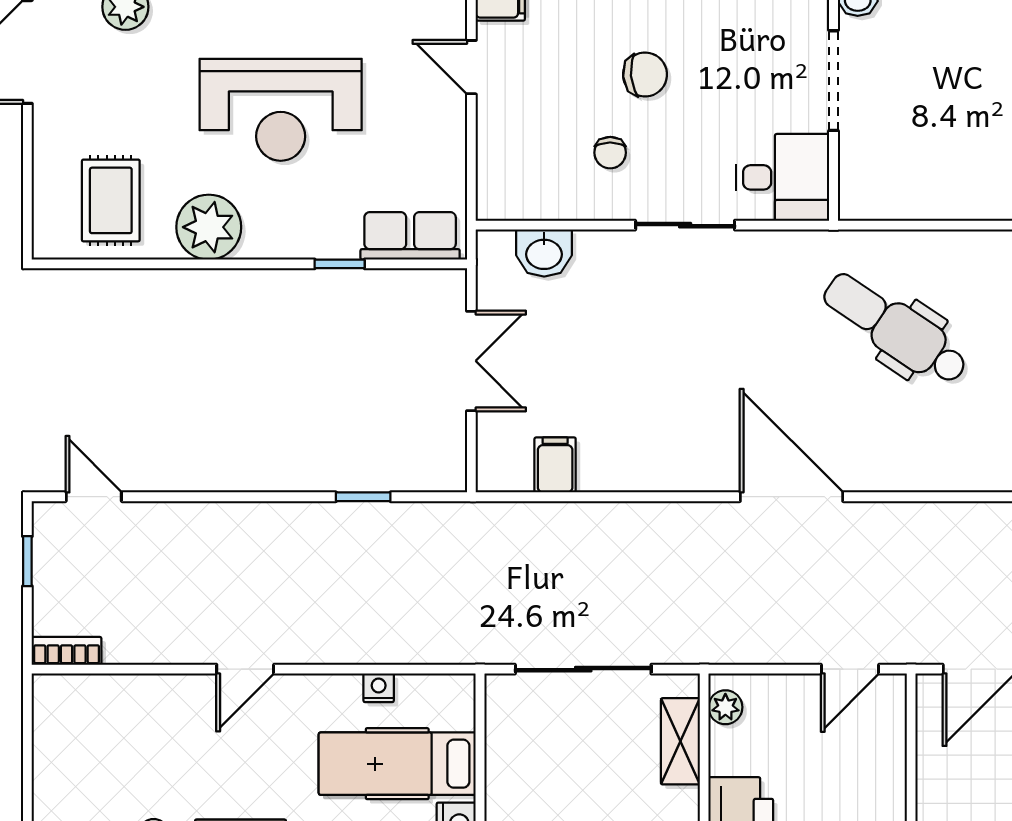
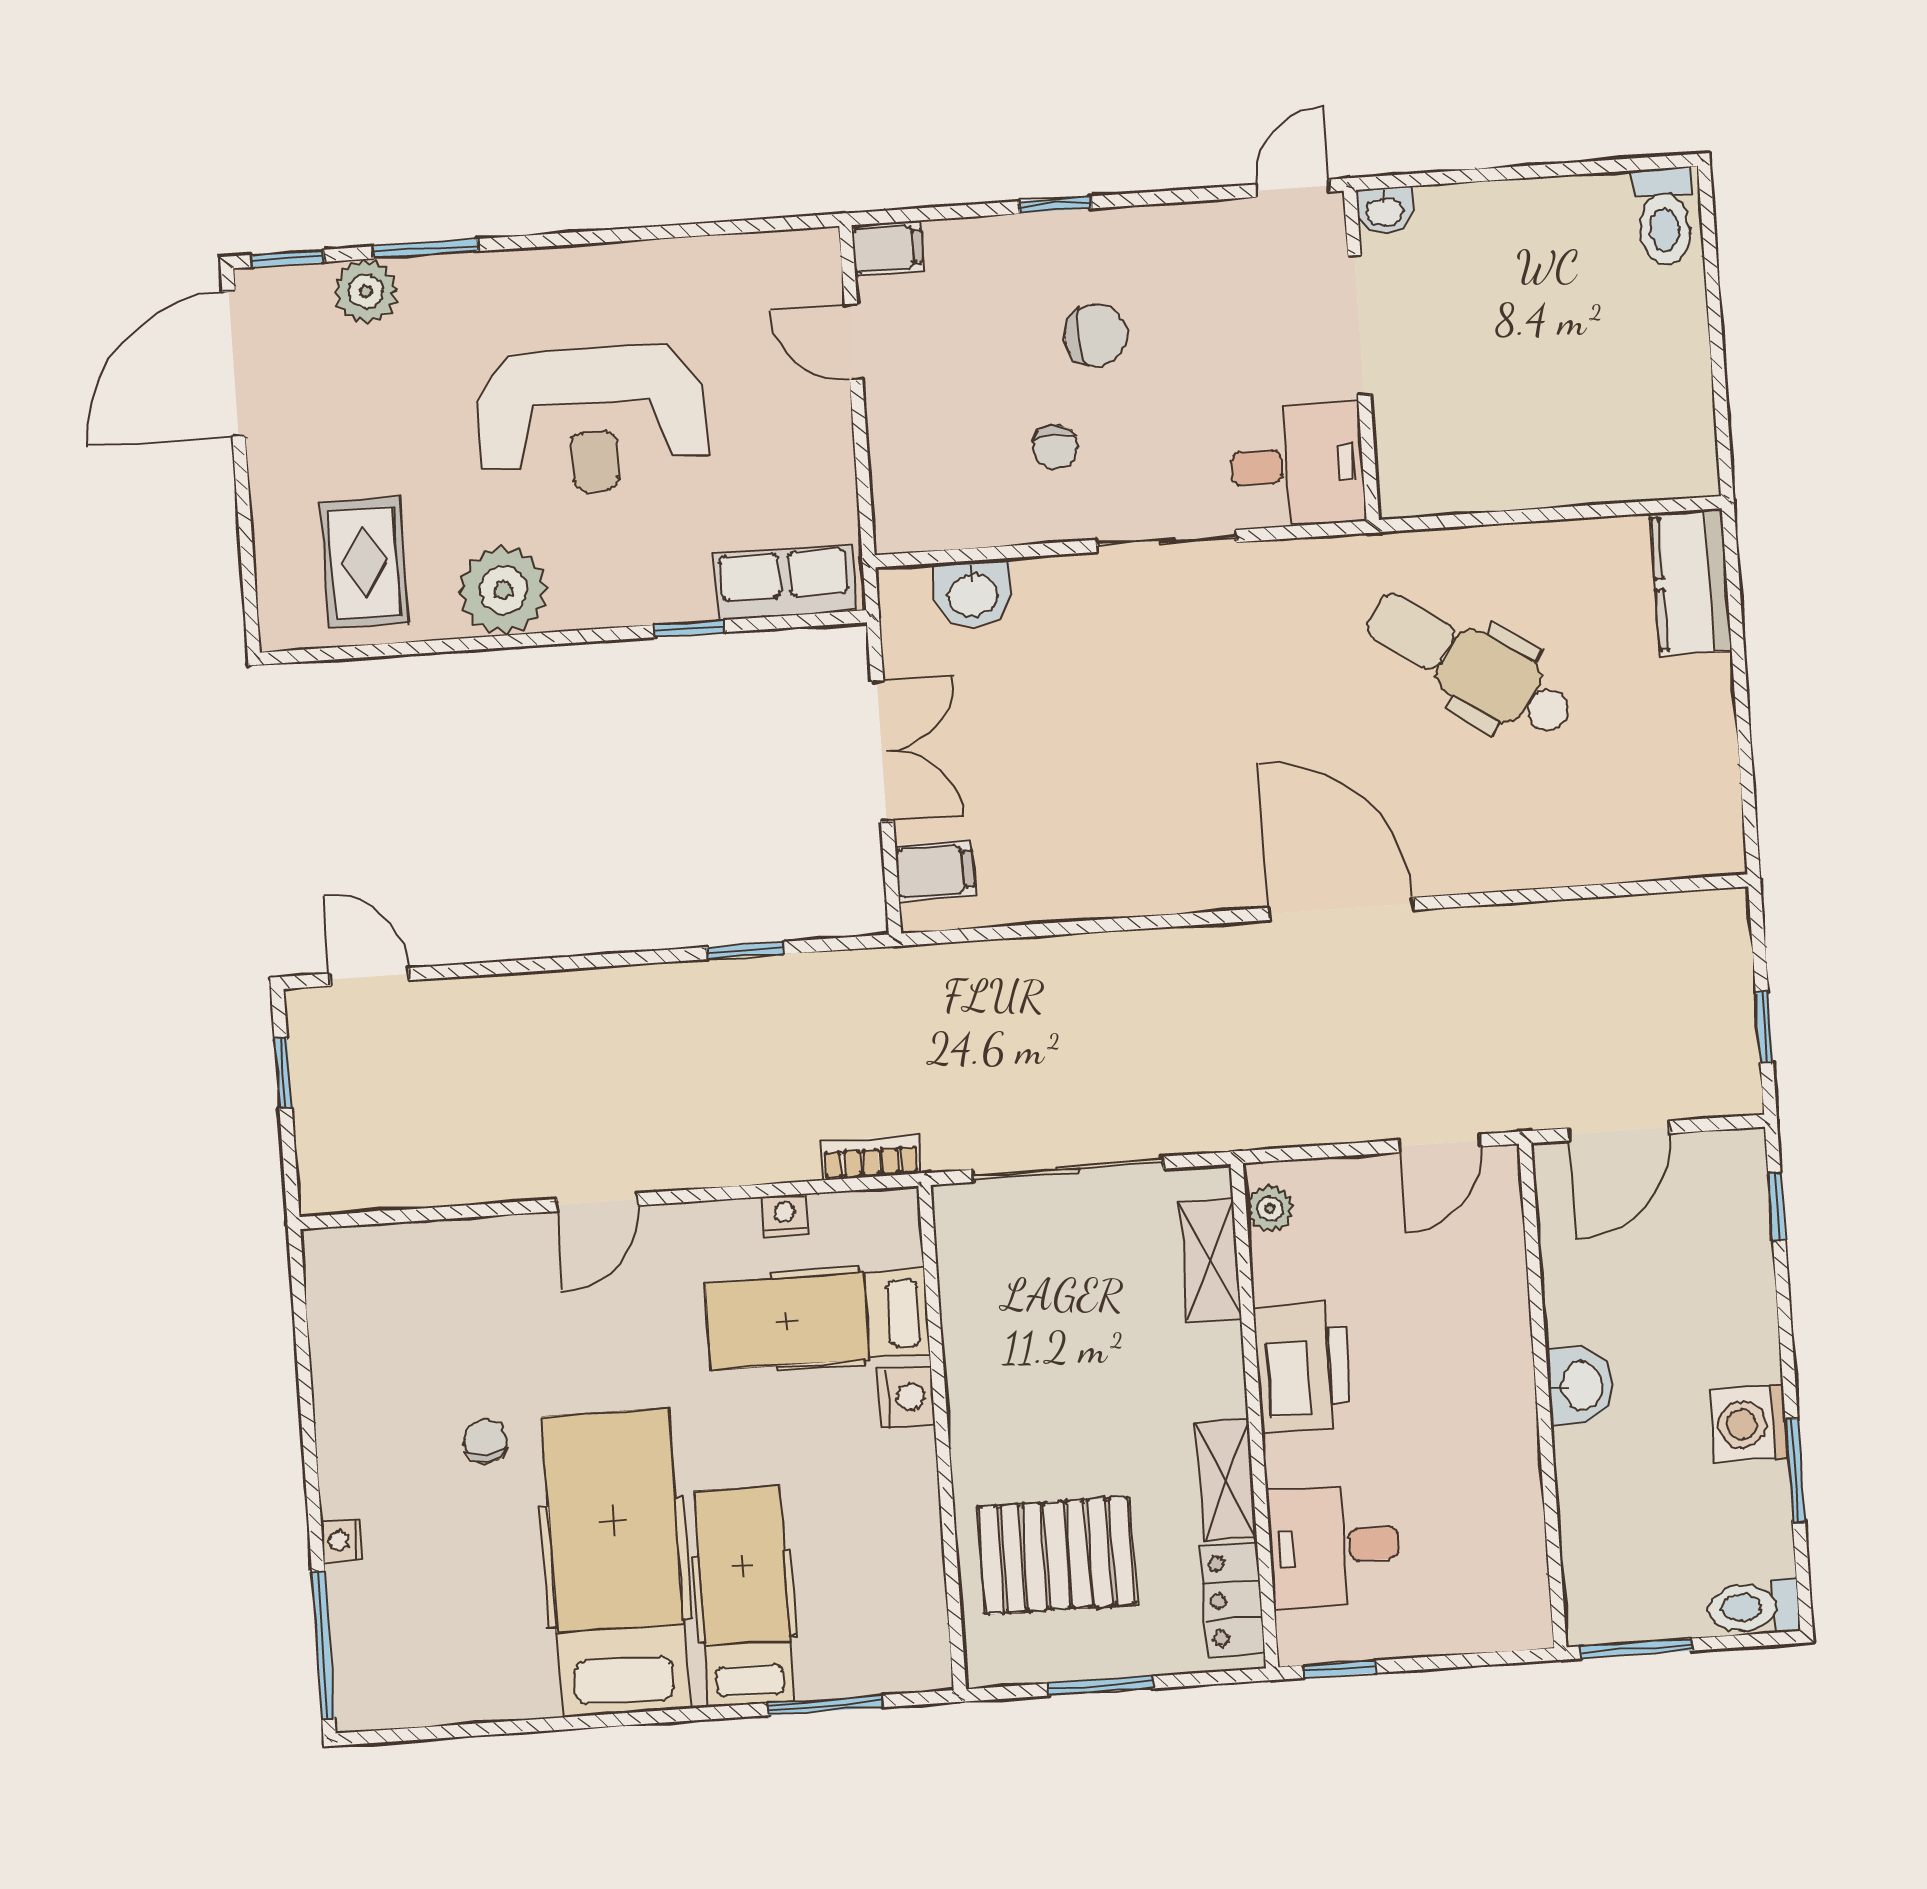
filing cabinet: (555, 465) -> (935, 871), moved, turned 90
bookcase: (67, 651) -> (870, 1158), moved

